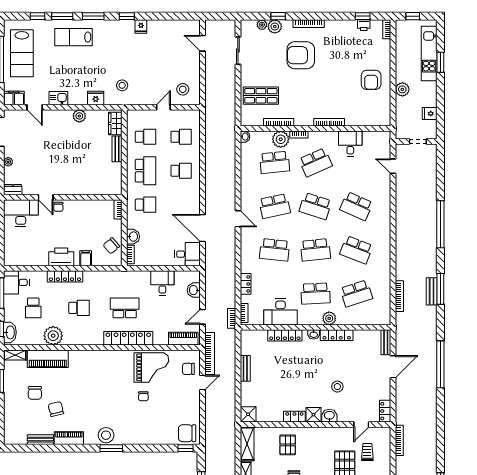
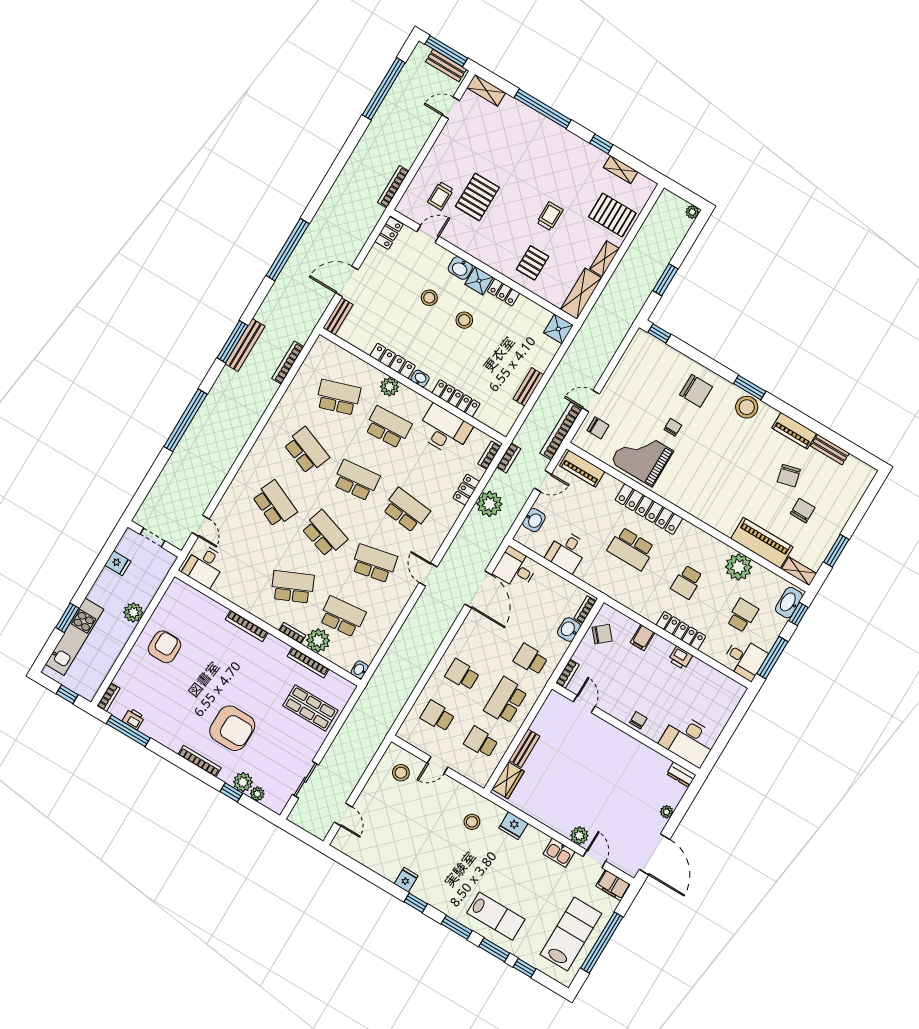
window: (363, 16) -> (128, 731), width x2.17
plant: (79, 116) -> (579, 835), moved
desk: (350, 143) -> (204, 565), moved
door: (46, 197) -> (584, 704), moved
printer: (61, 257) -> (680, 658), width x0.53, depth x0.68
plant: (226, 284) -> (489, 504), added
bench: (432, 291) -> (245, 345), width x1.36
school desk: (79, 308) -> (687, 582), turned -90
stool: (308, 386) -> (464, 320), added
chair: (187, 433) -> (696, 391), moved

